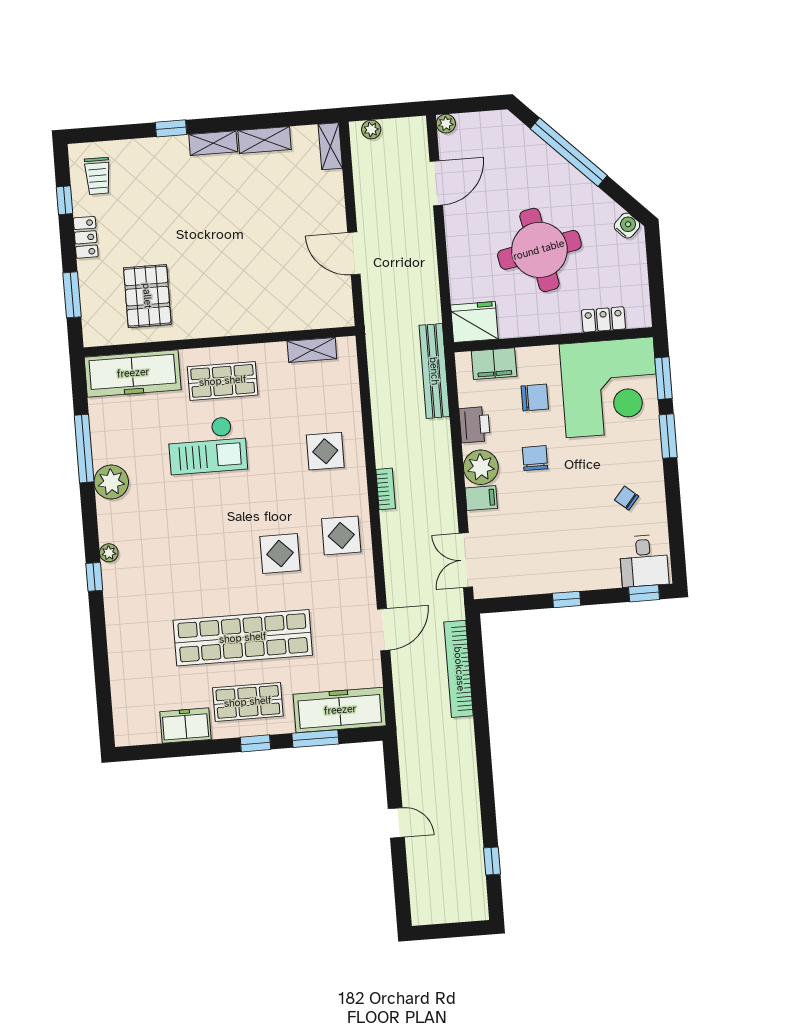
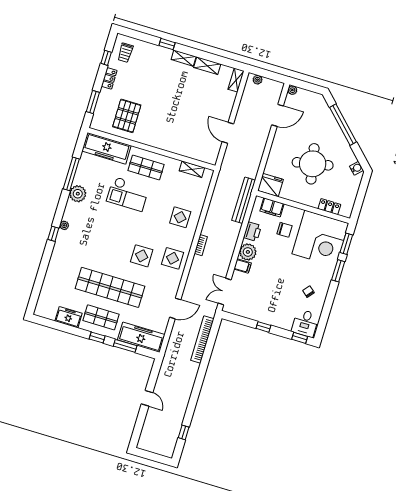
chair: (535, 458) -> (274, 257), removed

